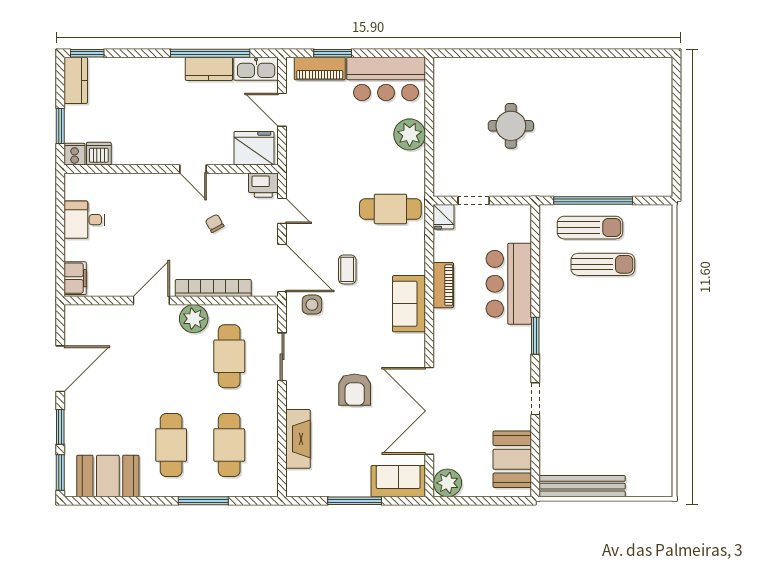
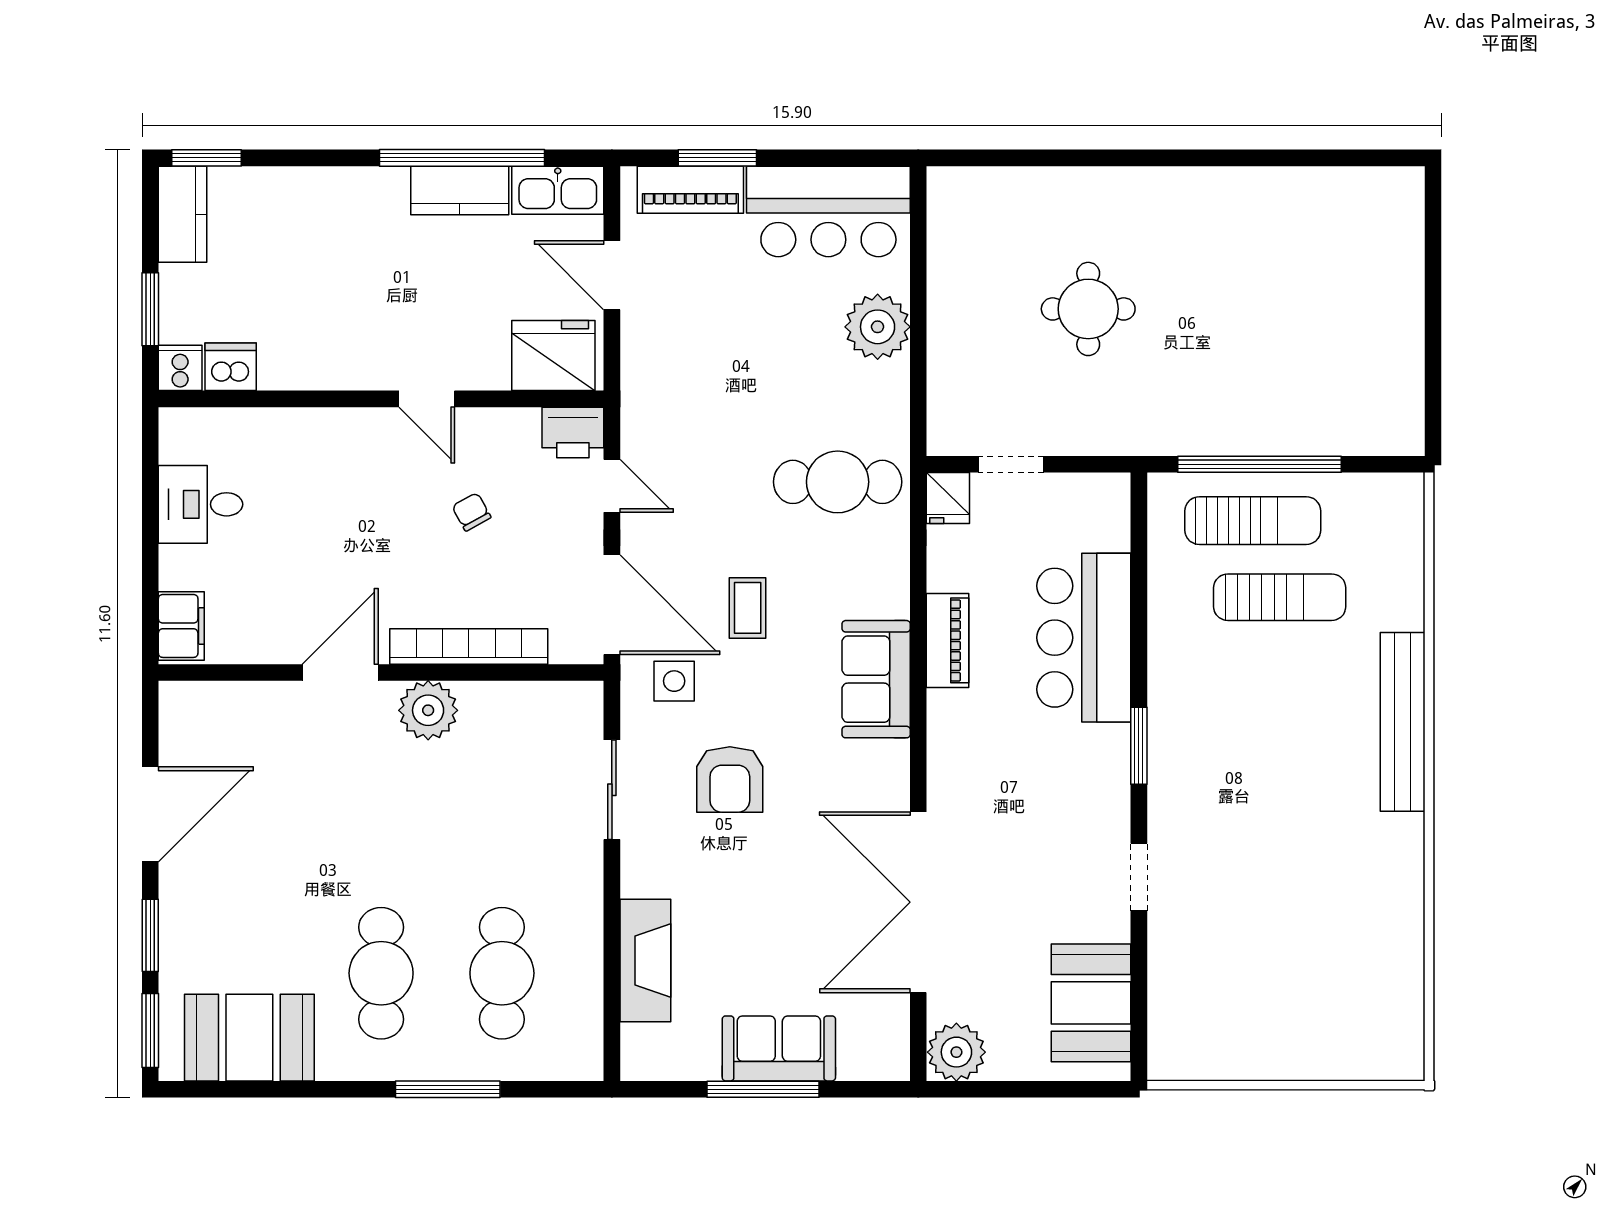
cafe table: (229, 356) -> (502, 789), removed
armchair: (355, 390) -> (730, 779), moved
sofa: (398, 481) -> (779, 1048), moved
bench: (582, 486) -> (1403, 722), moved, turned 90

